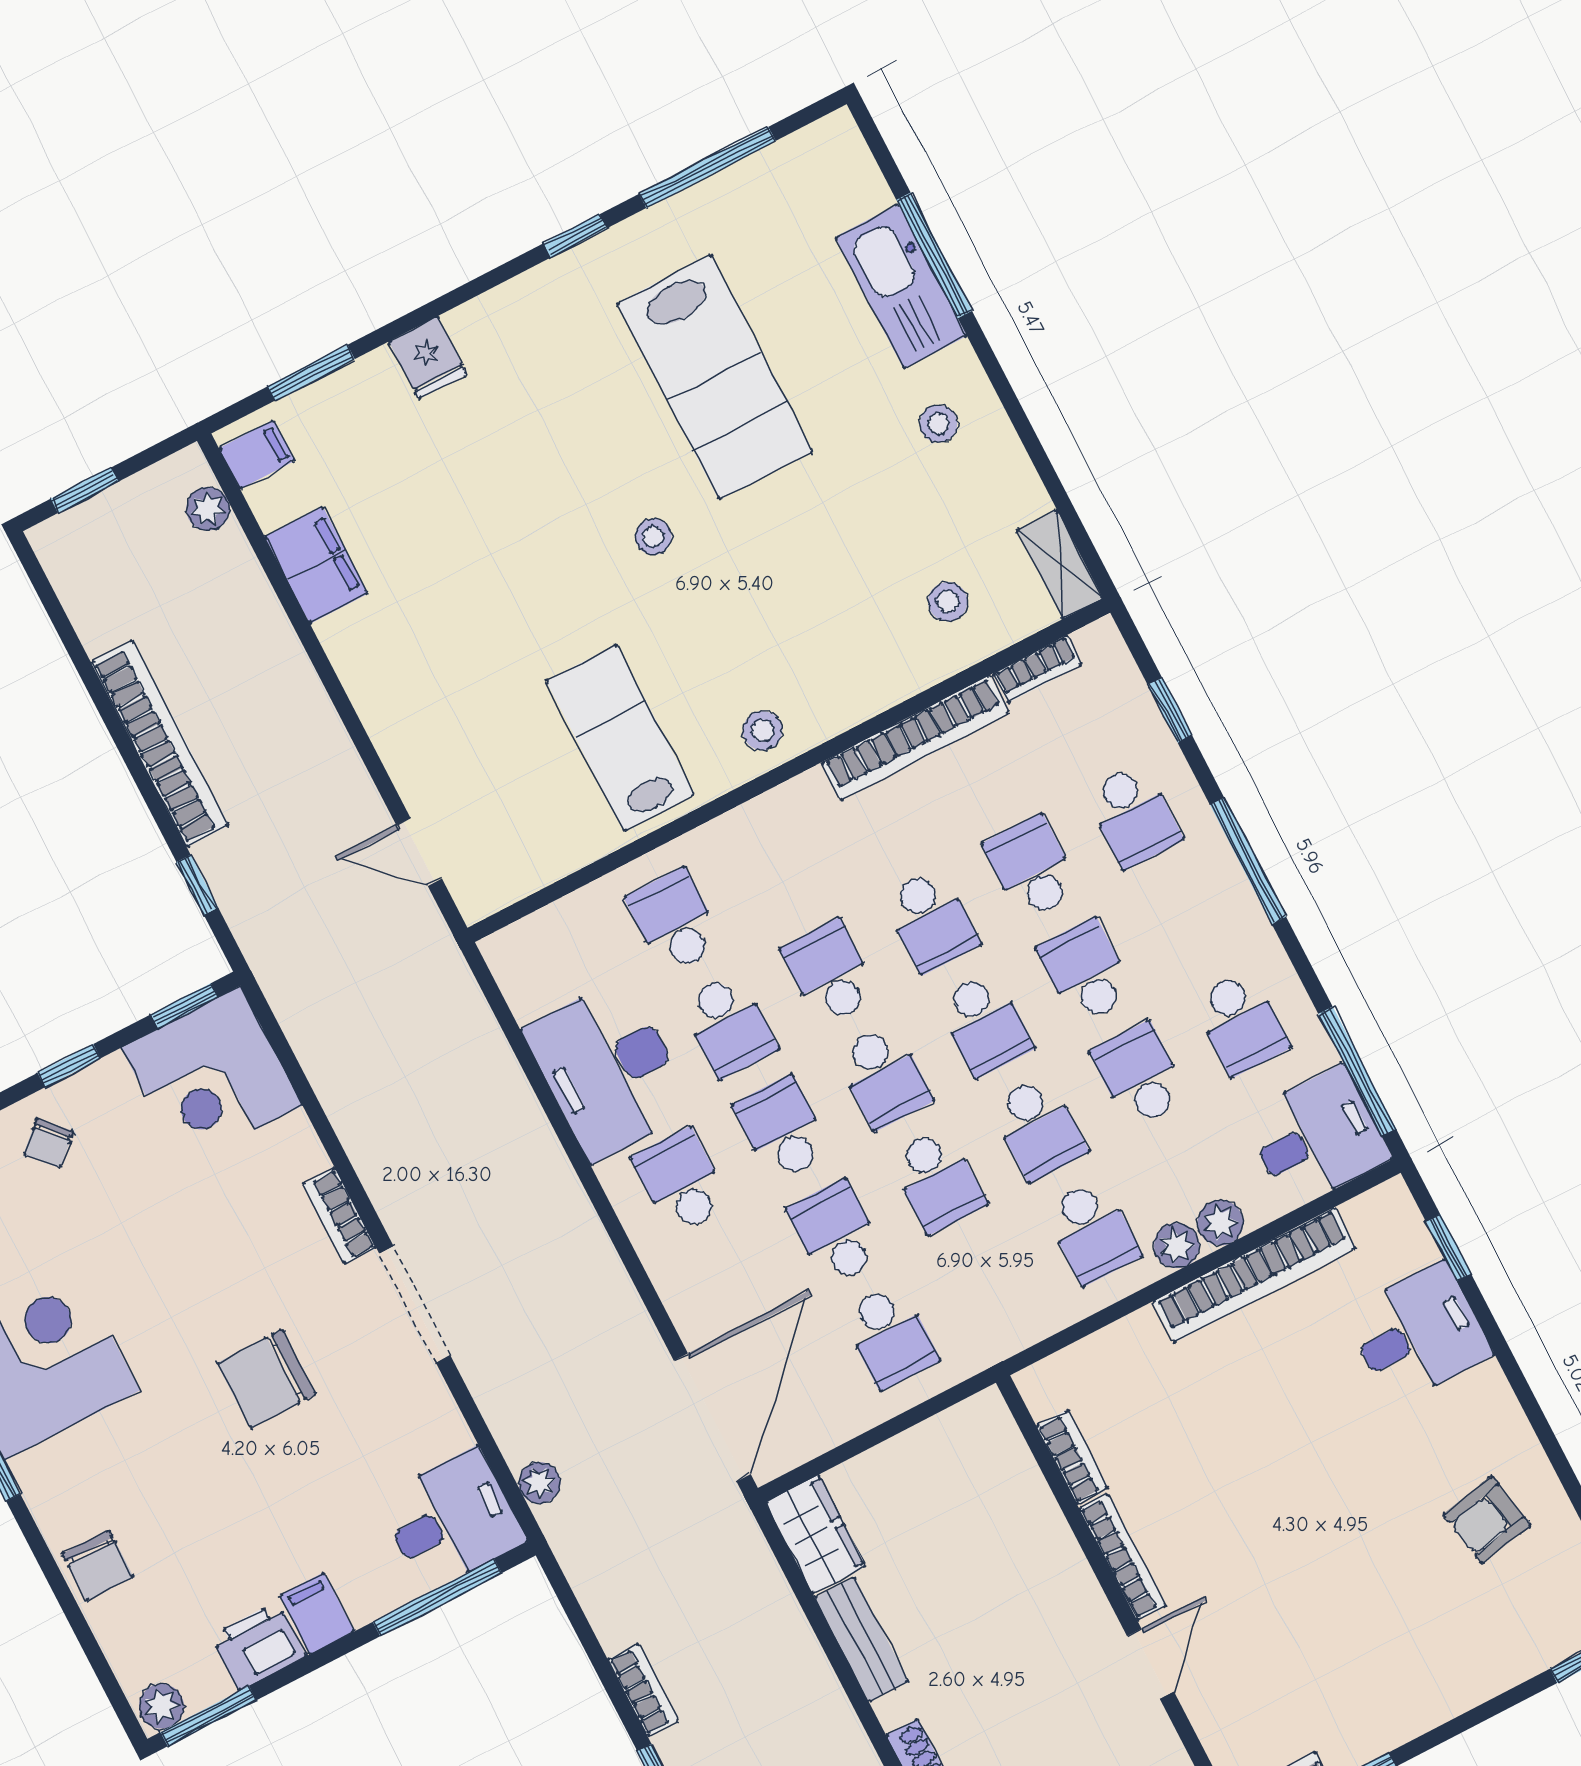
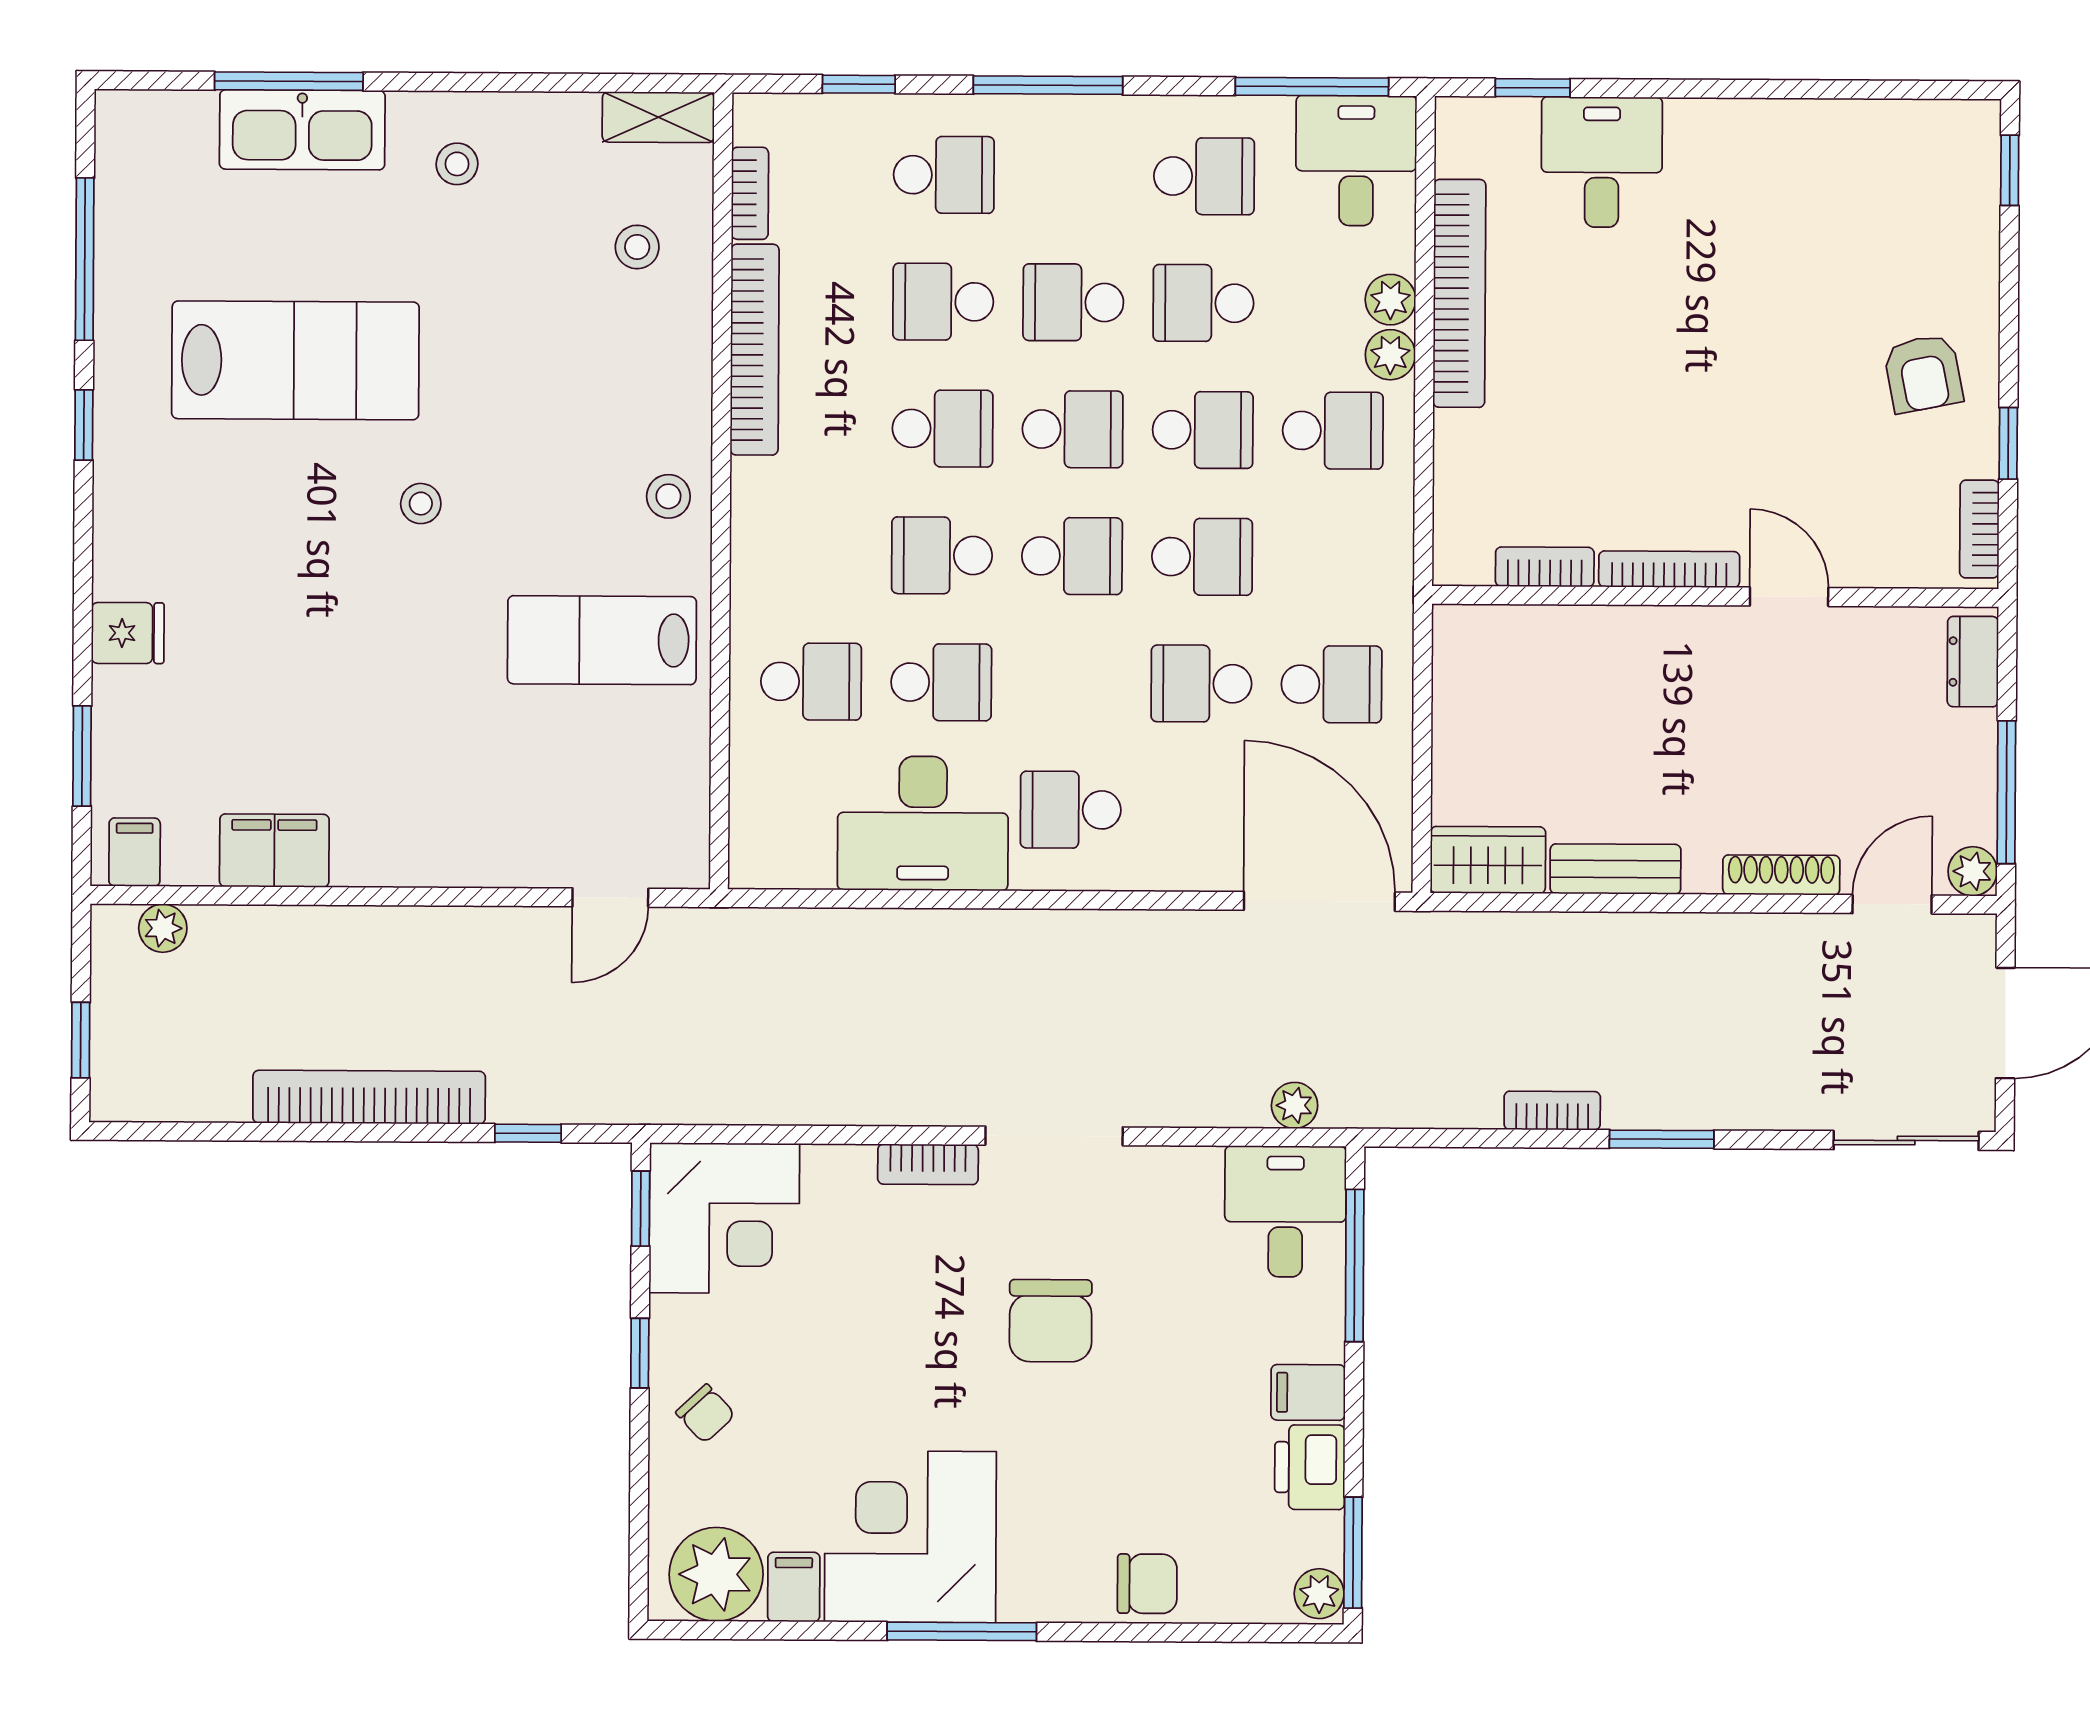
school desk: (675, 921) -> (811, 682), turned 180
school desk: (782, 1129) -> (1071, 683), removed
armchair: (1487, 1520) -> (1923, 373), moved

